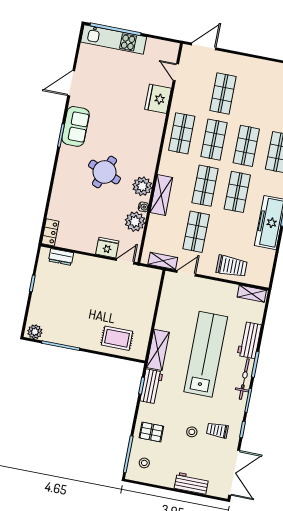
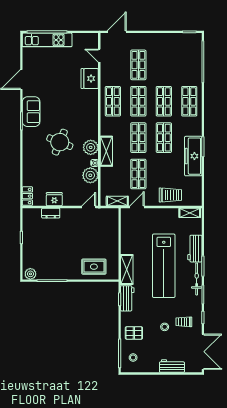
fridge: (107, 248) -> (54, 199), moved
dresser: (61, 257) -> (51, 213), moved
lab bench: (206, 354) -> (164, 266), turned 180

